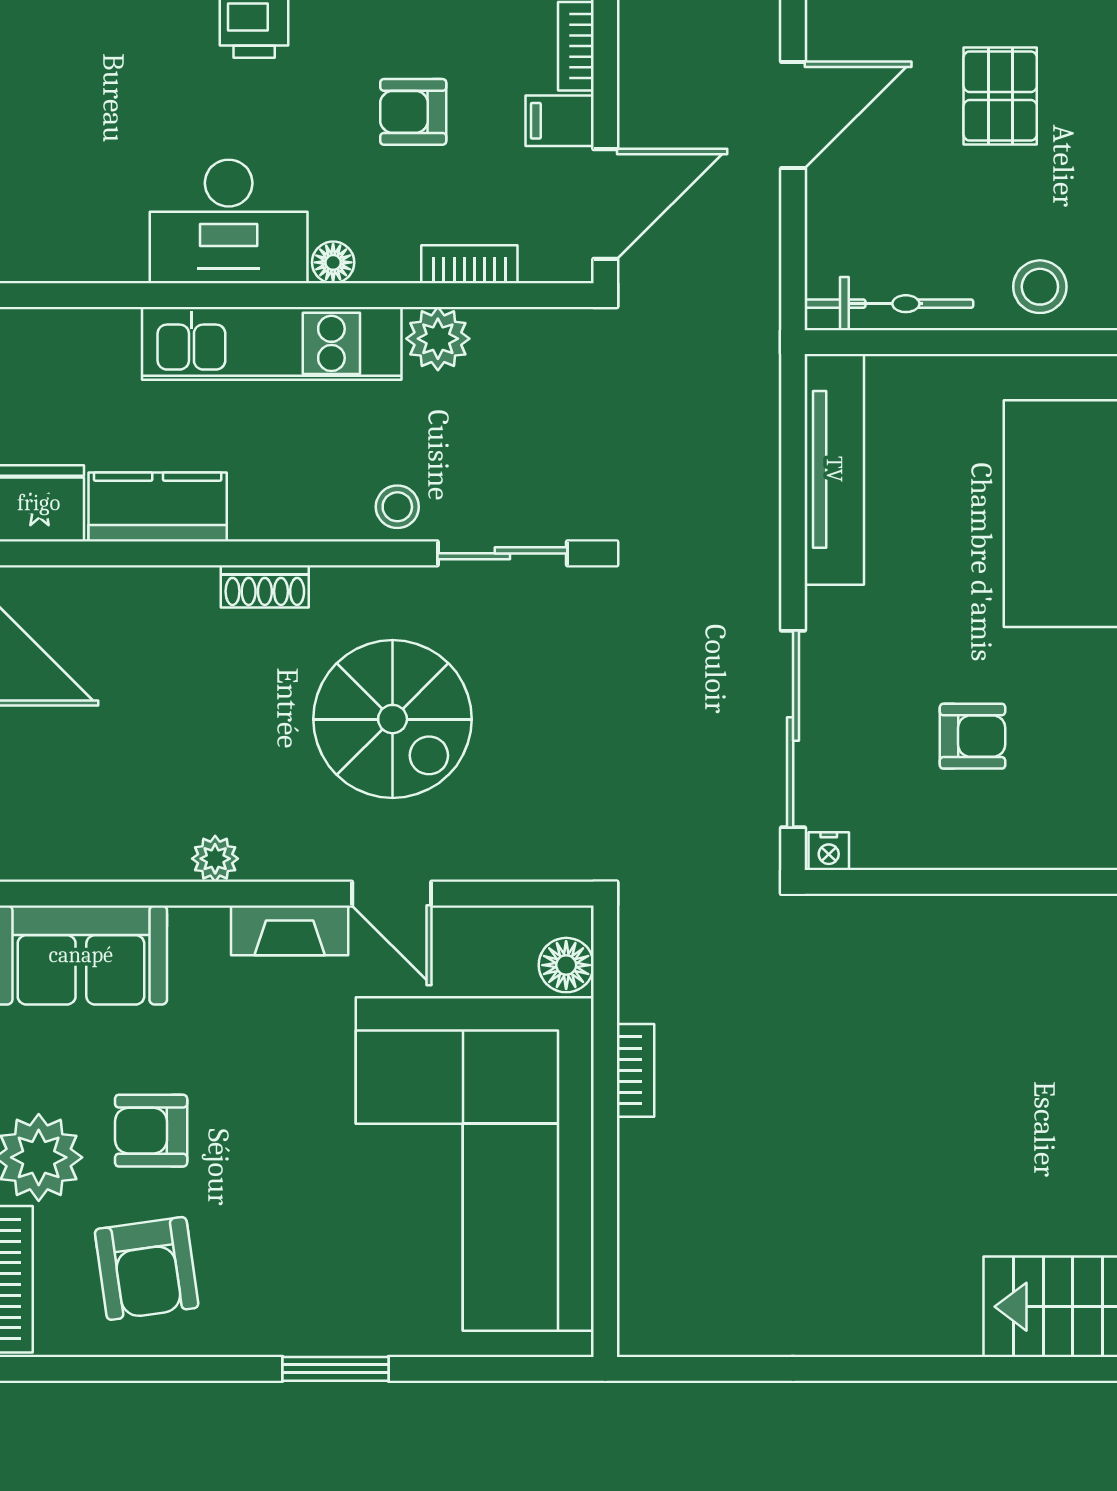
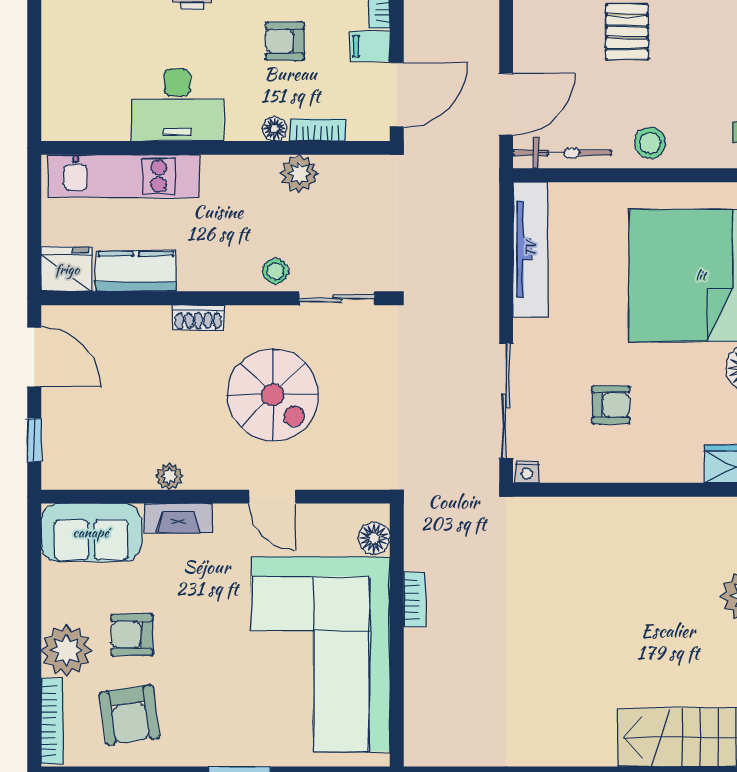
door: (793, 115) -> (506, 104), moved
floor lamp: (333, 262) -> (275, 129), moved
kitchen unit: (272, 343) -> (124, 176), moved
fireplace: (290, 930) -> (178, 518), moved

